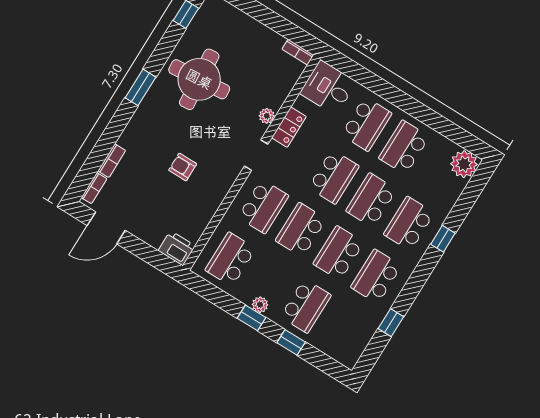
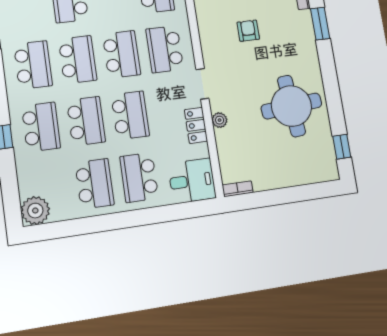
window: (141, 87) -> (320, 24), moved
armchair: (183, 167) -> (248, 31), turned -90
school desk: (334, 177) -> (130, 115), turned 180

